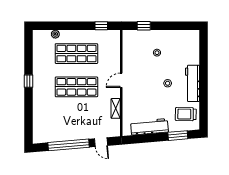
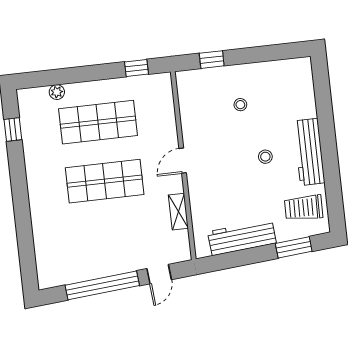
window: (28, 81) -> (13, 130), moved
door: (101, 142) -> (159, 274), hinge flipped

